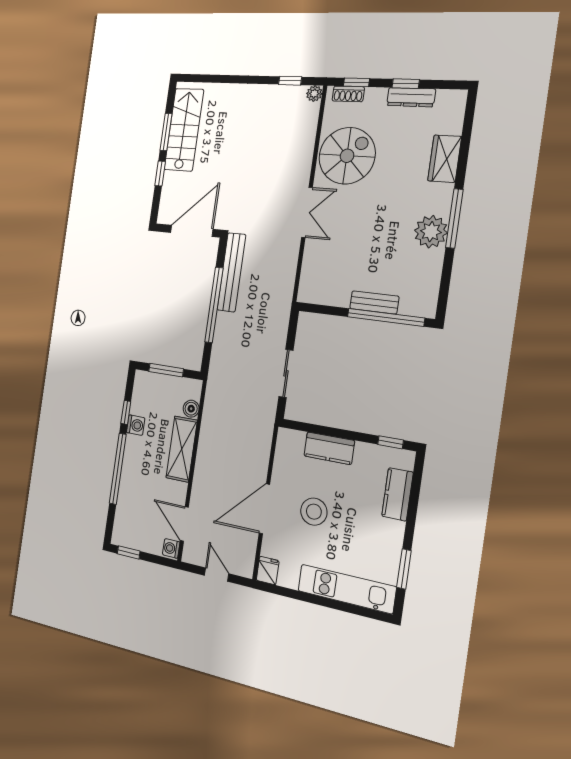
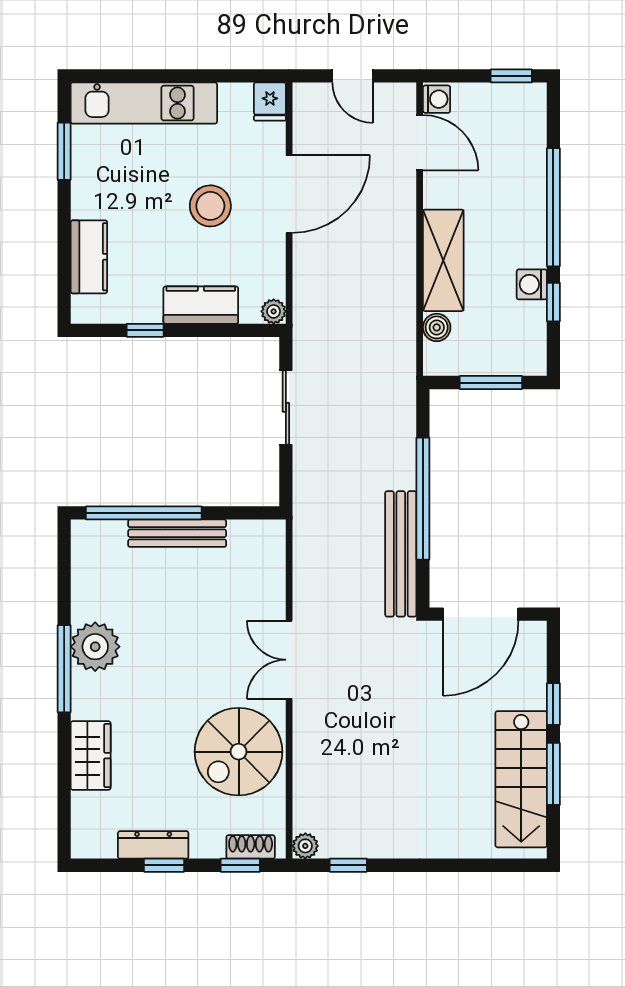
bench: (374, 302) -> (177, 533), width x1.36
plant: (285, 436) -> (274, 311), added
window: (391, 442) -> (145, 330), moved

